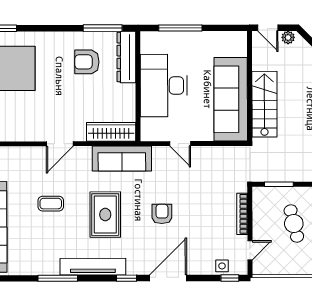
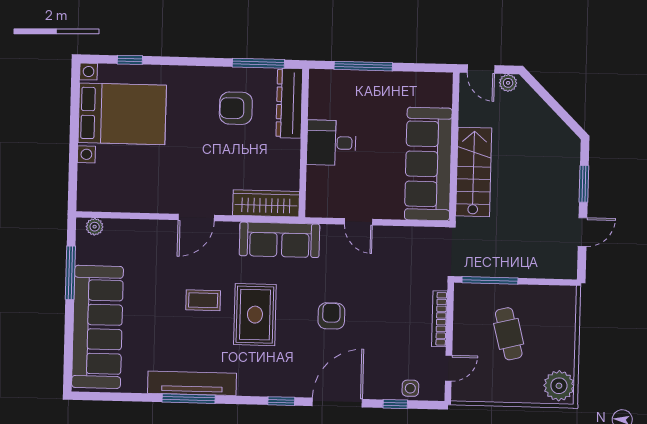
desk: (164, 86) -> (331, 143), width x0.53, depth x0.77
window: (279, 184) -> (490, 280), width x1.44
coffee table: (51, 204) -> (203, 300), moved
tv unit: (93, 267) -> (192, 383), moved
window: (230, 278) -> (395, 404), moved

